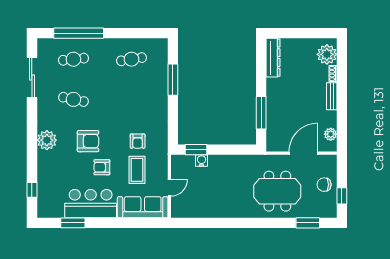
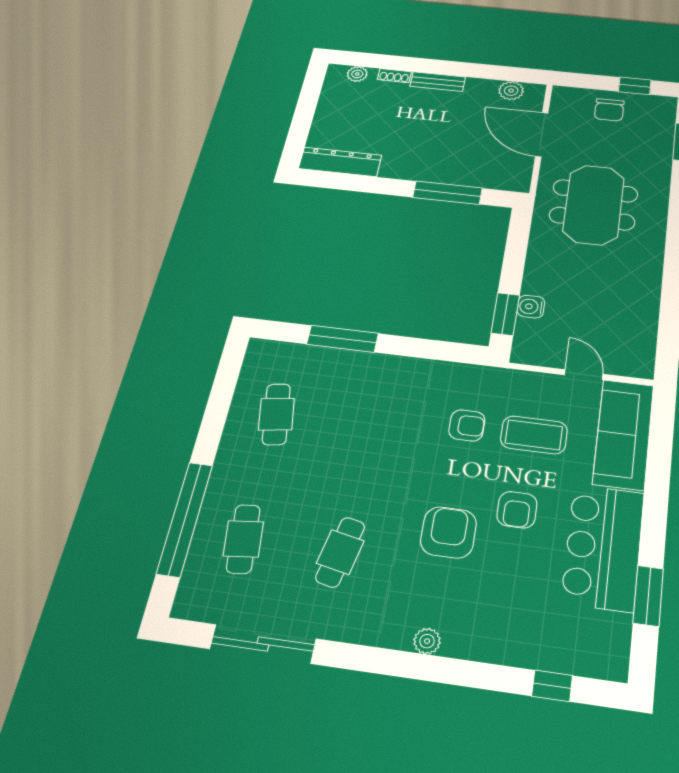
plant: (327, 54) -> (357, 74), width x0.53, depth x0.53
plant: (47, 140) -> (427, 641), width x0.53, depth x0.53
meeting table: (277, 191) -> (594, 205), moved

